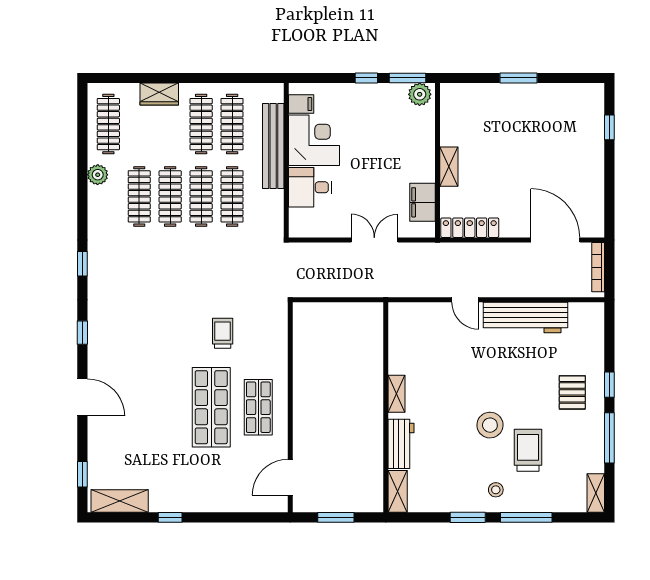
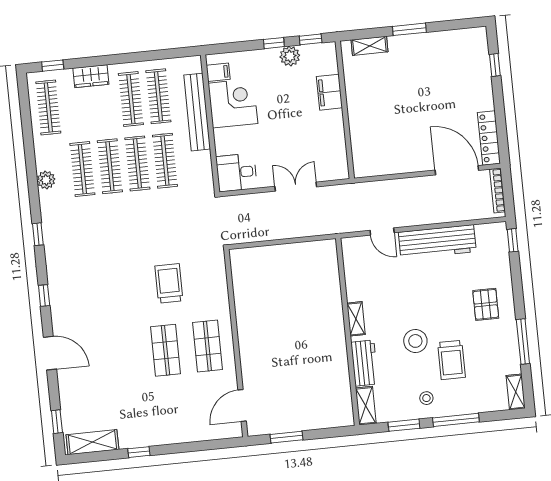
window: (118, 78) -> (53, 66), added
window: (408, 78) -> (311, 39), width x0.67
plant: (420, 94) -> (290, 56), moved
shelving: (449, 167) -> (369, 46), moved, turned 90
plant: (98, 175) -> (46, 180), moved
desk: (310, 187) -> (236, 172), moved
filing cabinet: (422, 202) -> (329, 92), moved
locker: (470, 228) -> (489, 138), moved, turned -90
trolley: (223, 333) -> (169, 283), width x1.36, depth x1.39
window: (609, 385) -> (513, 240), moved
shelving: (397, 394) -> (356, 319), moved
shop shelf: (211, 407) -> (165, 350), width x0.70, depth x0.74
wall: (386, 407) -> (348, 332), moved
workbench: (401, 444) -> (364, 363), moved
trolley: (528, 450) -> (451, 360), turned 180
shelving: (398, 491) -> (366, 406), moved

